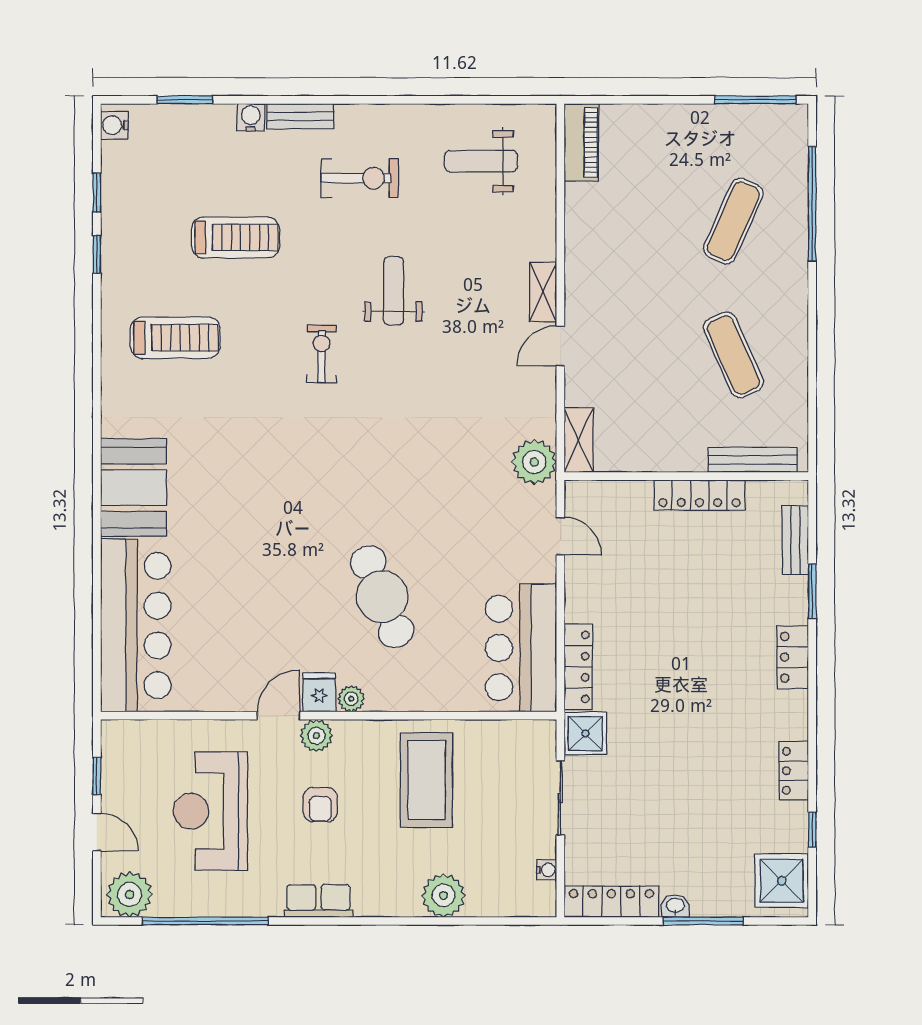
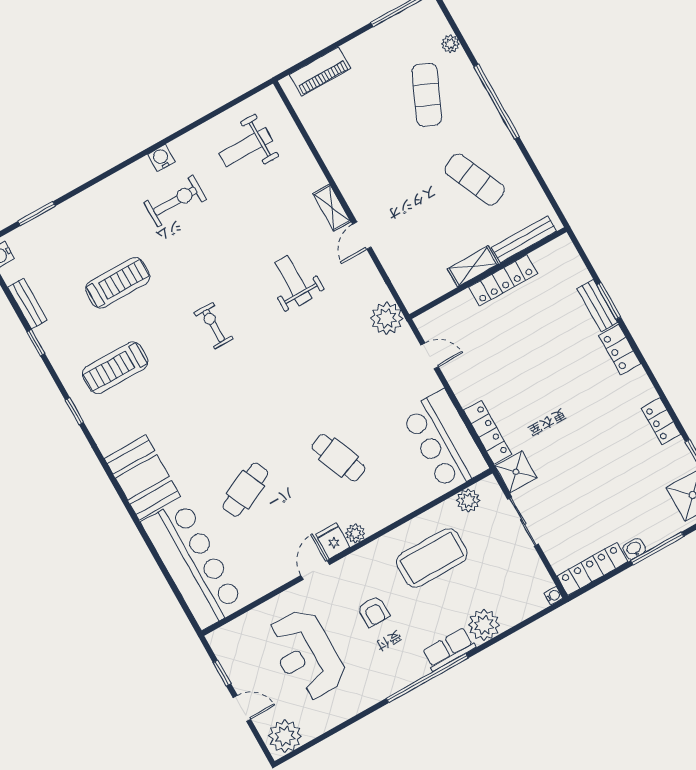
bench: (300, 116) -> (28, 304), moved, turned 90
water cooler: (251, 117) -> (161, 158), moved
piano: (581, 142) -> (320, 71), moved, turned 90
plant: (796, 176) -> (450, 44), added
window: (97, 193) -> (74, 411), moved
window: (812, 204) -> (496, 102), moved
weight bench: (394, 291) -> (293, 281), moved
treadmill: (175, 338) -> (115, 368), turned 180
shelving: (579, 440) -> (473, 266), moved, turned 90
bench: (795, 540) -> (597, 306), moved
cafe table: (249, 572) -> (245, 490), added
cafe table: (382, 597) -> (338, 458), width x0.73, depth x0.74
plant: (316, 736) -> (468, 501), moved
coffee table: (427, 780) -> (432, 558), turned 90
water cooler: (547, 870) -> (553, 596), moved
row of seats: (318, 901) -> (449, 649), moved
window: (205, 921) -> (427, 678), moved

